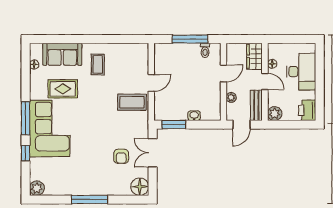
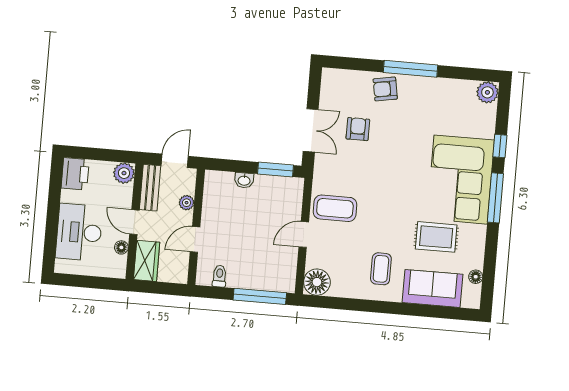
window: (190, 39) -> (260, 296), moved
armchair: (105, 185) -> (385, 89), added
floor lamp: (140, 187) -> (317, 282), moved

